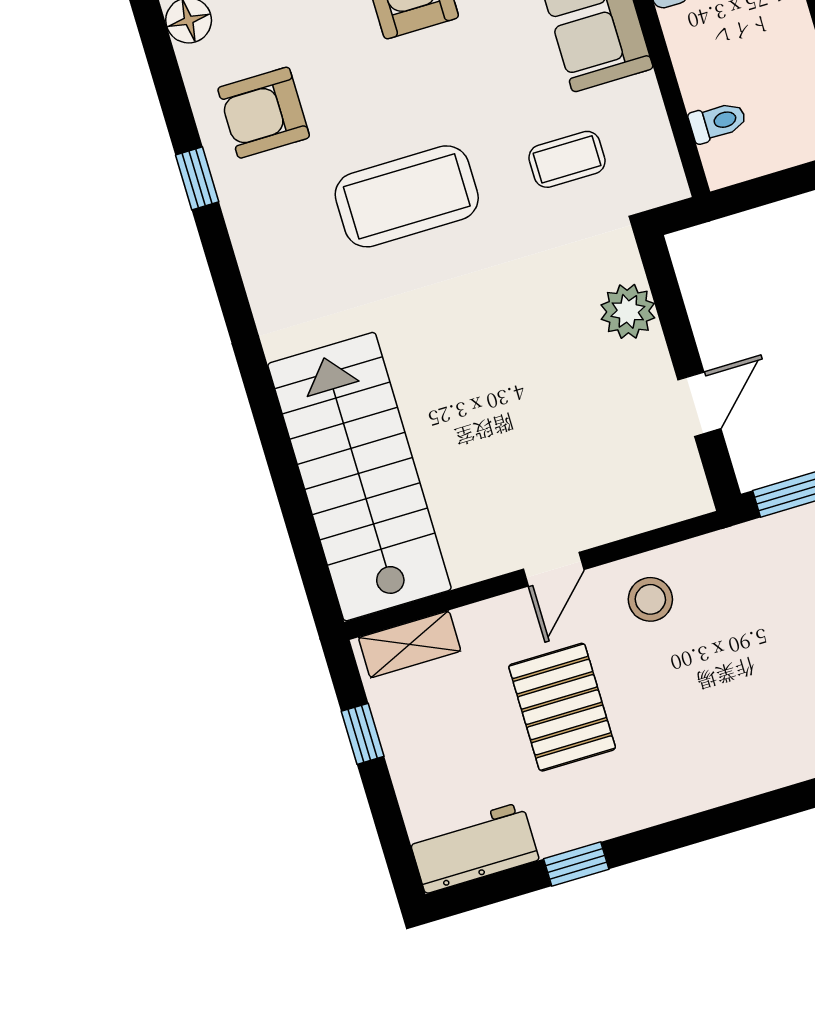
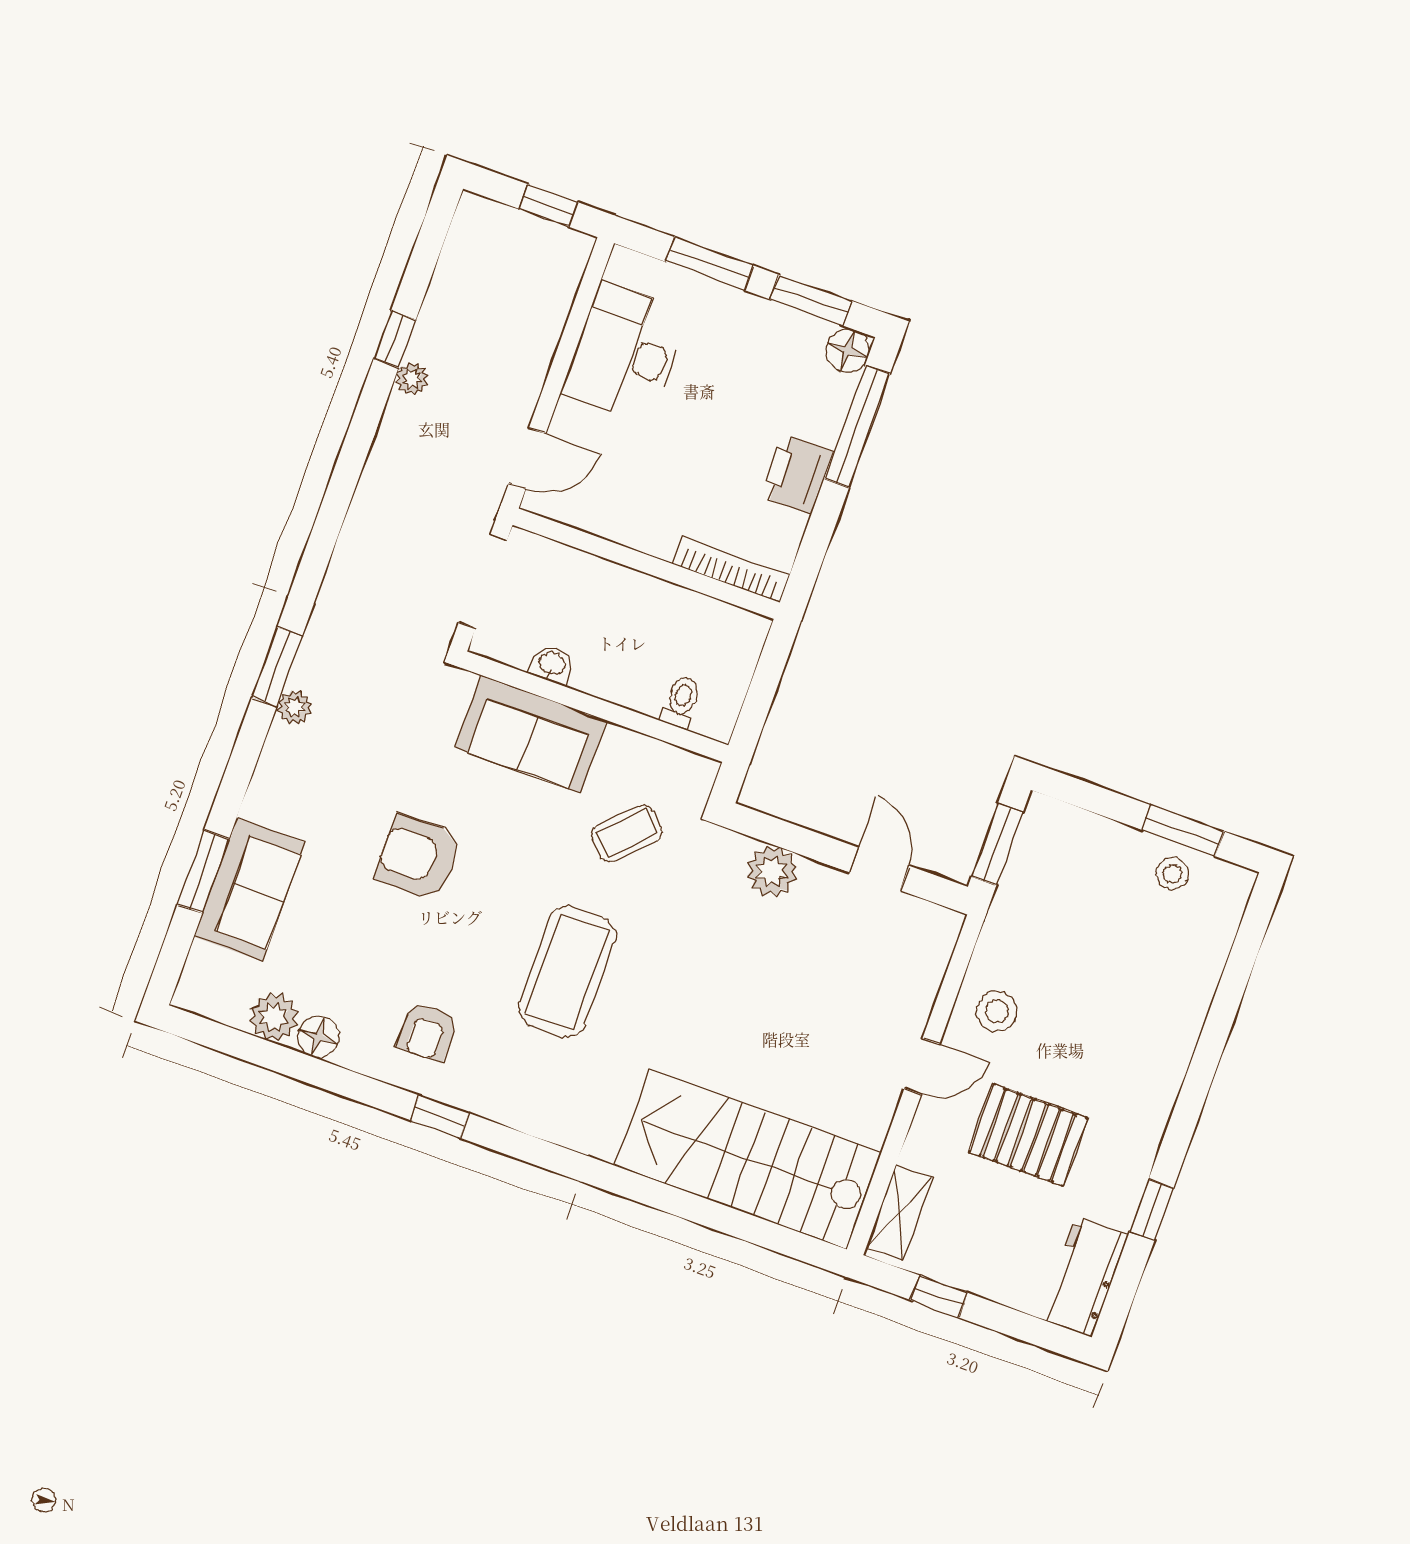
armchair: (264, 113) -> (427, 1032), width x0.72, depth x0.72
coffee table: (567, 159) -> (627, 833), turned 45
door: (554, 569) -> (922, 1066), hinge flipped

